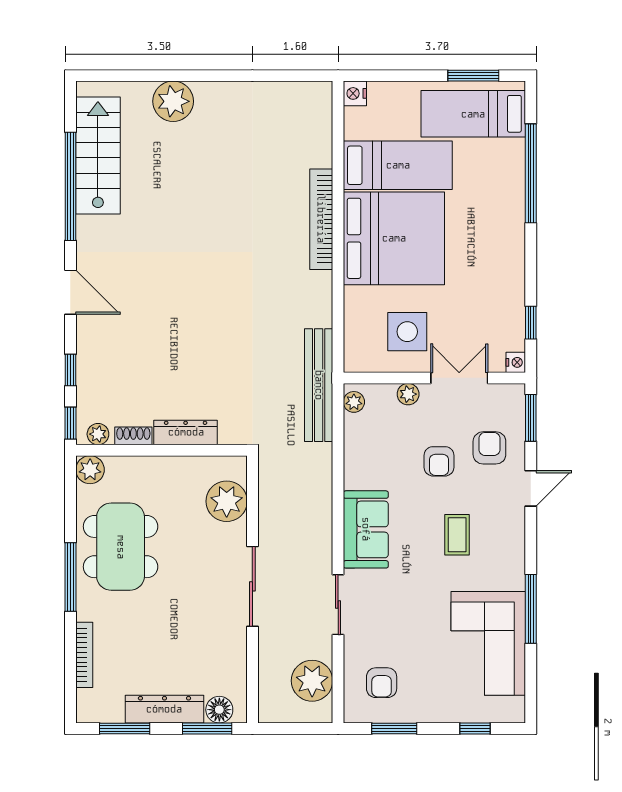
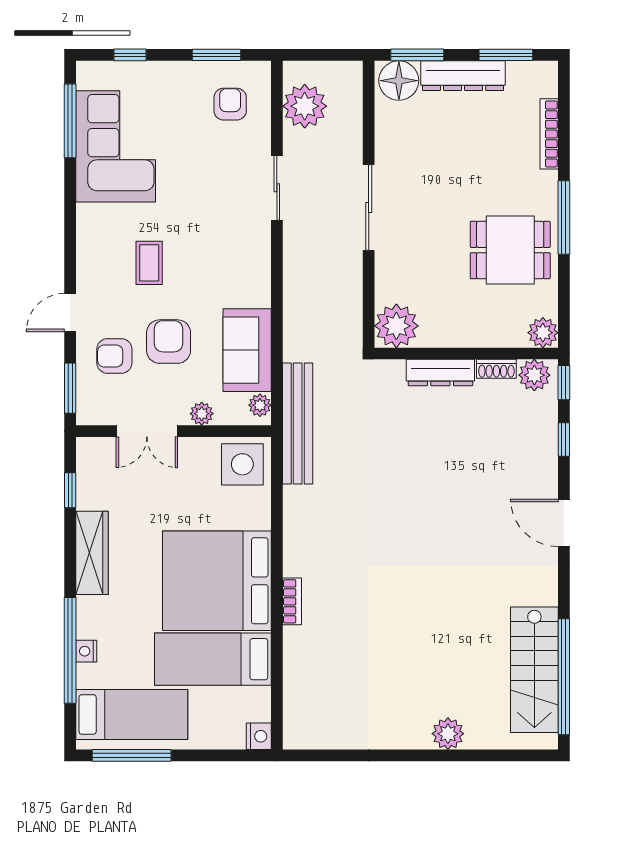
window: (473, 76) -> (132, 755), width x1.44
plant: (173, 101) -> (448, 734), width x0.73, depth x0.73
window: (70, 186) -> (564, 677), moved
bookcase: (321, 219) -> (292, 601), width x0.43, depth x0.76
wardrobe: (510, 264) -> (92, 553), added
side table: (407, 332) -> (242, 464), moved
nightstand: (516, 362) -> (86, 651), moved
plant: (98, 434) -> (534, 375), width x1.38, depth x1.38
armchair: (489, 448) -> (114, 356), turned 90
armchair: (439, 461) -> (169, 342), width x1.38, depth x1.38
plant: (227, 501) -> (396, 326), moved
sofa: (366, 529) -> (247, 350), moved
dining table: (121, 547) -> (510, 250), width x0.73
window: (531, 609) -> (70, 121), moved
floor lamp: (219, 710) -> (399, 81), width x1.38, depth x1.38

